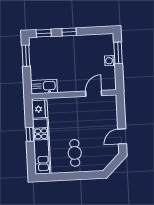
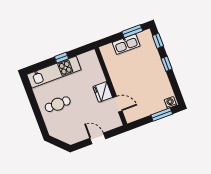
washing machine: (110, 61) -> (170, 102), moved
kitchen sink: (44, 87) -> (126, 44), moved, turned 90
fridge: (40, 109) -> (103, 92), moved, turned 90
door: (122, 136) -> (98, 138), moved

